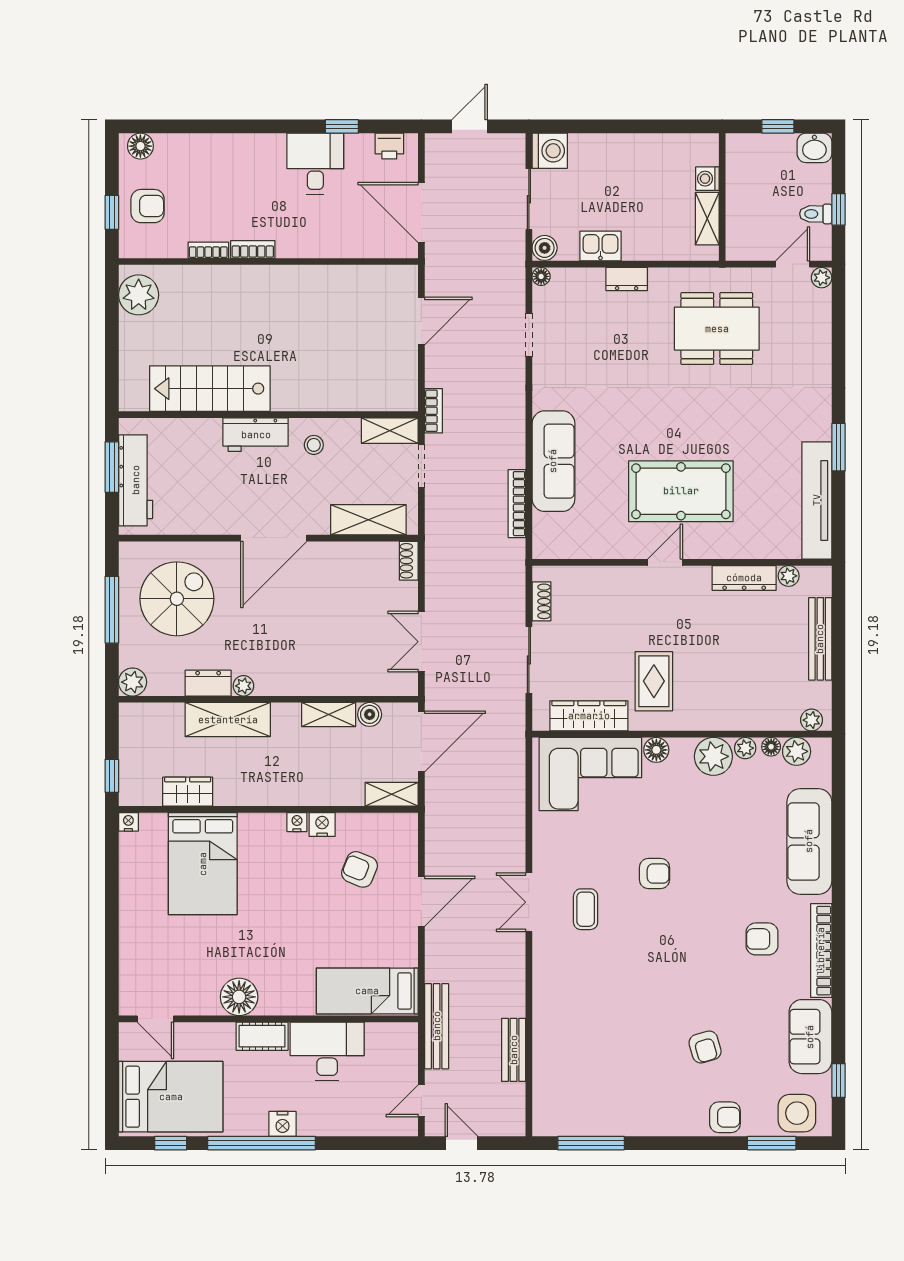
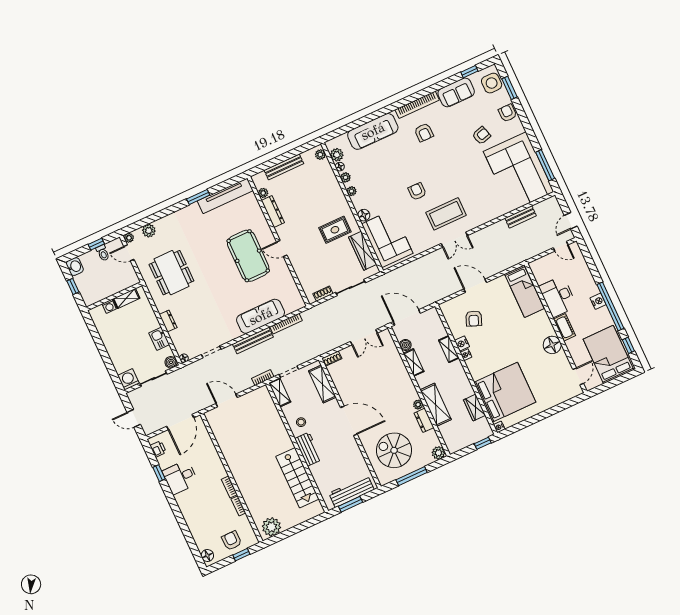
plant: (818, 322) -> (149, 231), added
plant: (713, 756) -> (352, 191), width x0.53, depth x0.53
shelving: (392, 794) -> (449, 349), moved
bed: (203, 864) -> (505, 392), width x1.36
coffee table: (586, 909) -> (446, 214), width x1.86, depth x1.72
bench: (437, 1026) -> (253, 341), moved
corner sofa: (602, 1086) -> (519, 172), added

